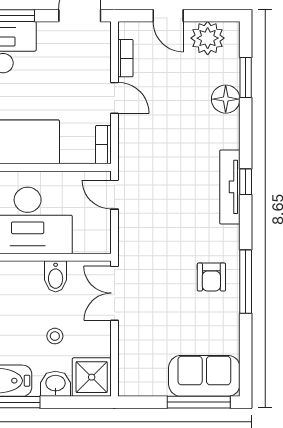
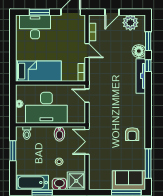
door: (168, 16) -> (112, 12), hinge flipped
window: (246, 182) -> (148, 66), moved
tv unit: (230, 187) -> (141, 76), moved
window: (246, 282) -> (148, 164), moved

